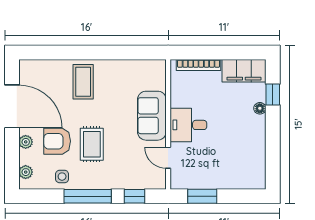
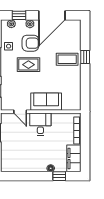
window: (80, 52) -> (85, 57), added
armchair: (57, 141) -> (30, 43), turned 90
door: (168, 158) -> (20, 112), swing flipped
window: (12, 160) -> (19, 15), added

